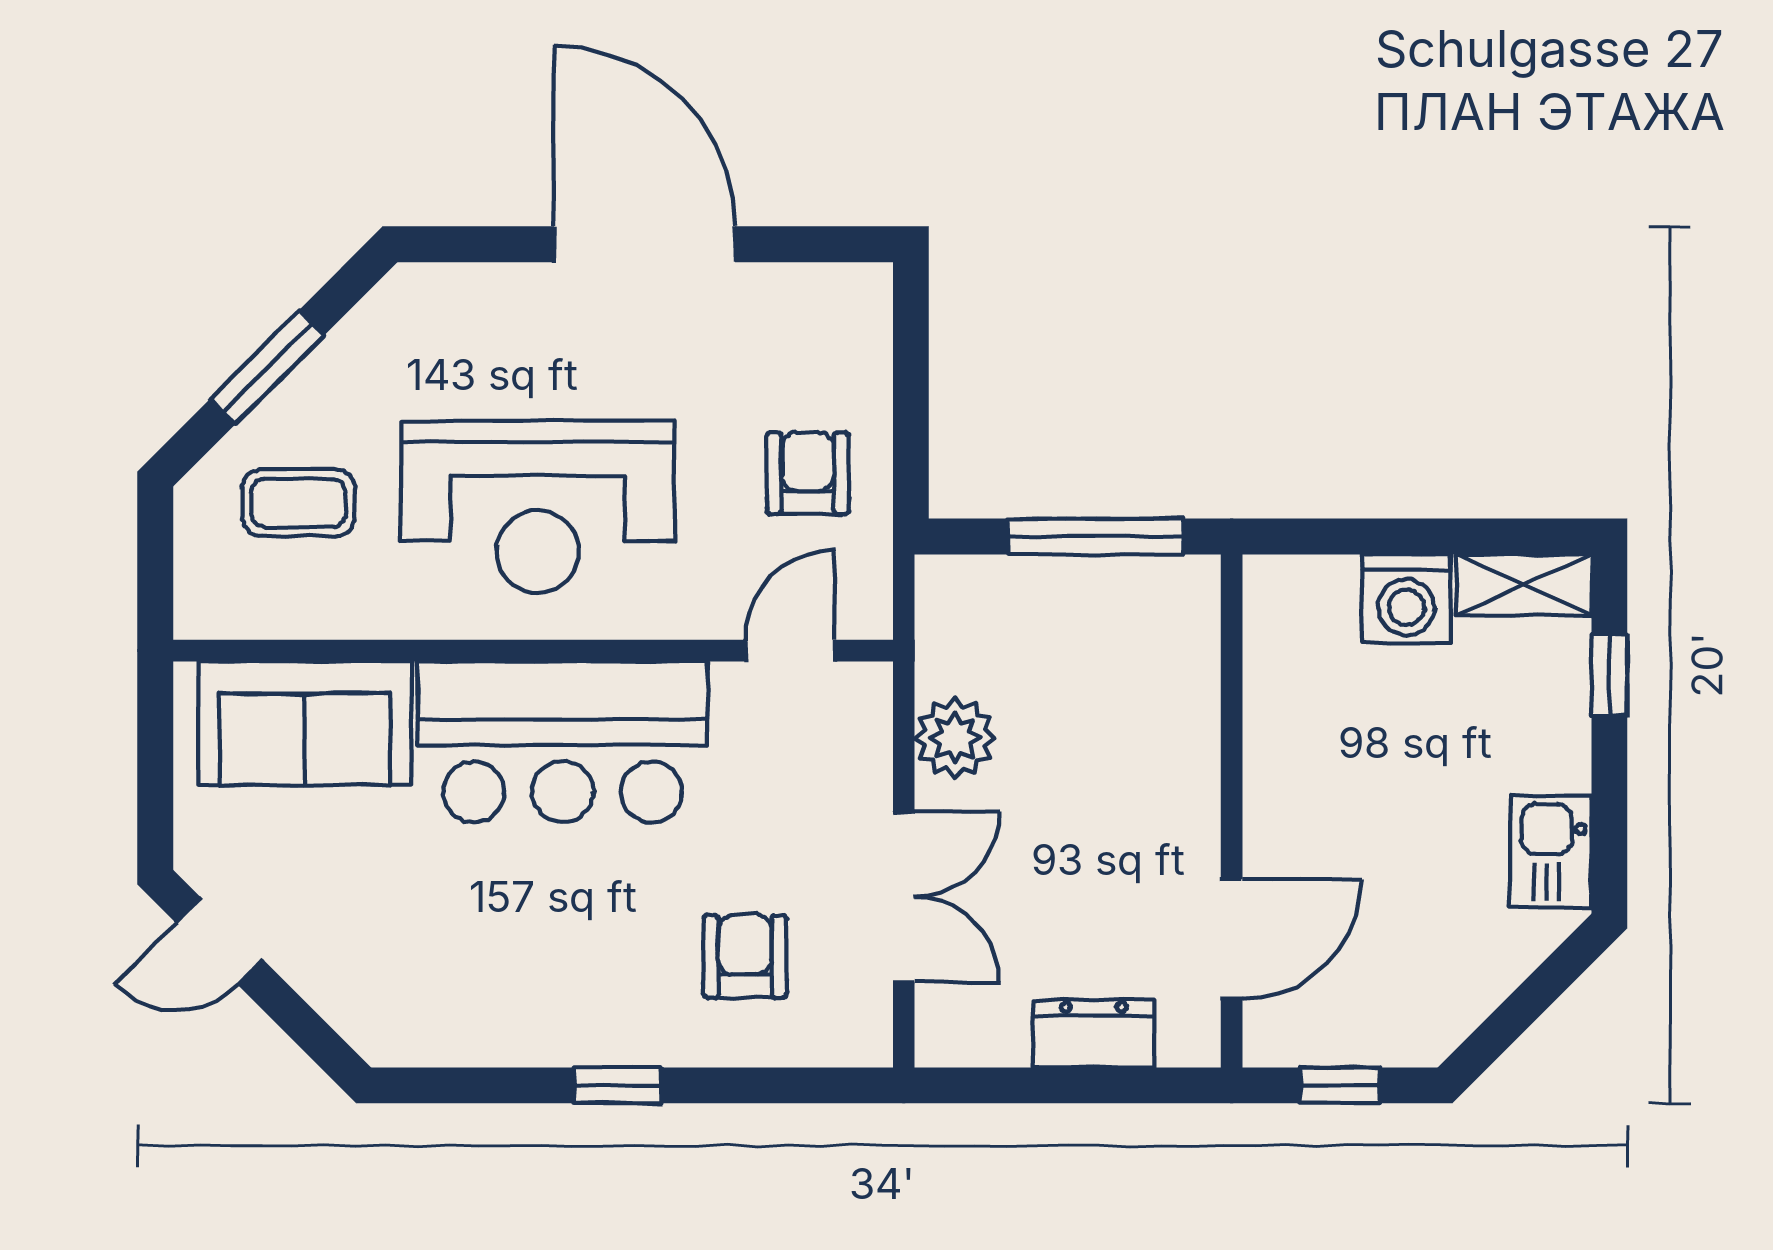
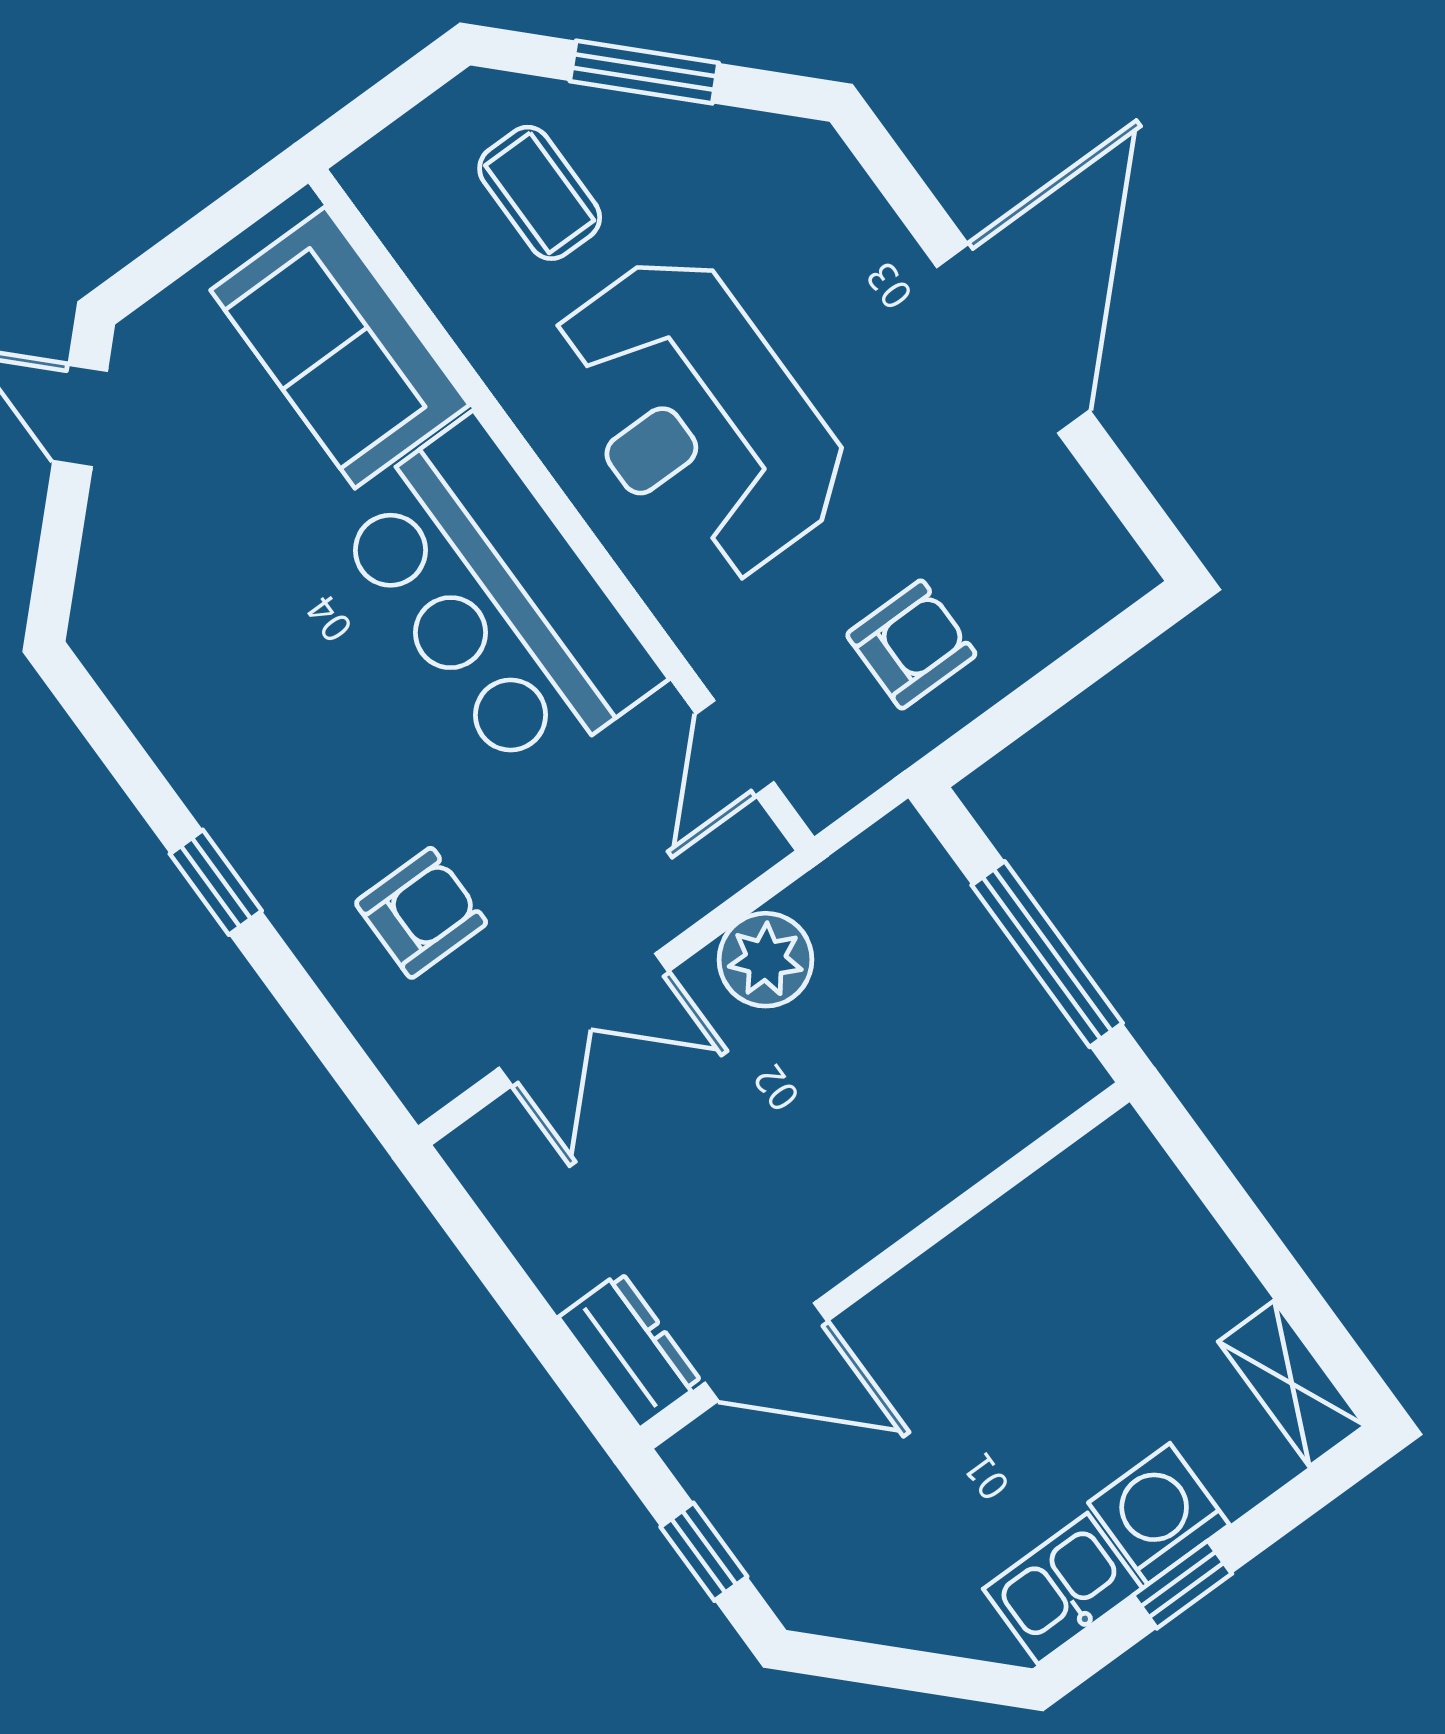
washing machine: (1407, 598) -> (1159, 1514), moved, turned 90
door: (790, 651) -> (735, 748), swing flipped
window: (1609, 675) -> (1182, 1585), moved
dresser: (1094, 1034) -> (630, 1350), moved

